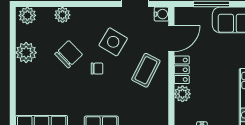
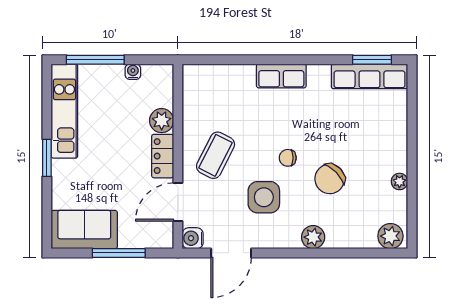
plant: (62, 15) -> (313, 237), moved
side table: (113, 42) -> (264, 197), turned -31
plant: (26, 53) -> (399, 181), width x0.53, depth x0.53

